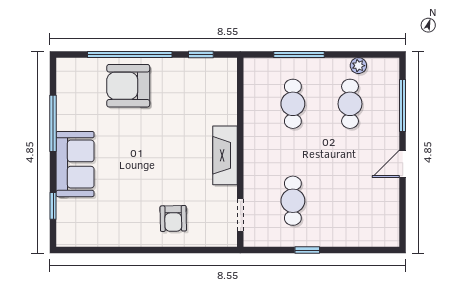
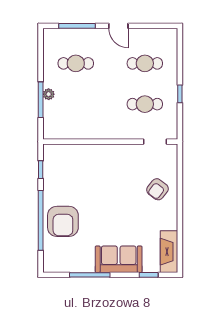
plant: (358, 66) -> (49, 94), moved
cafe table: (293, 104) -> (145, 63), moved
fireplace: (225, 155) -> (169, 252), moved, turned 90
armchair: (173, 218) -> (157, 189), turned 129

